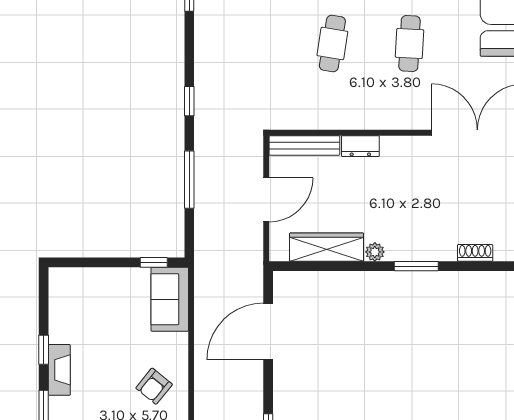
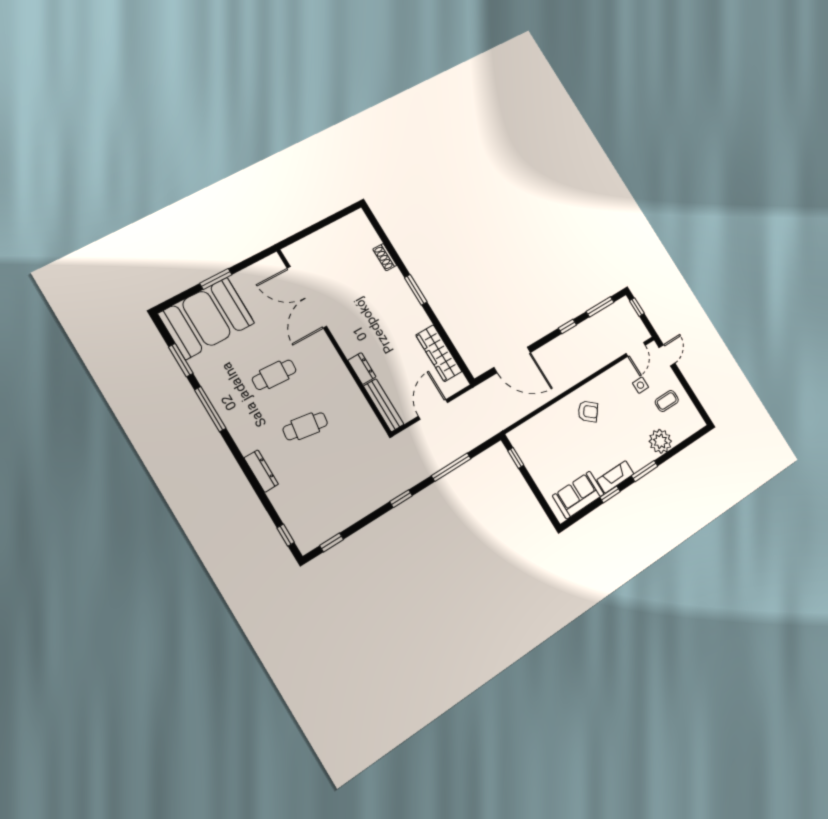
door: (266, 200) -> (433, 409), hinge flipped
plant: (375, 252) -> (423, 321), removed
sofa: (170, 299) -> (578, 495), moved, turned 180

